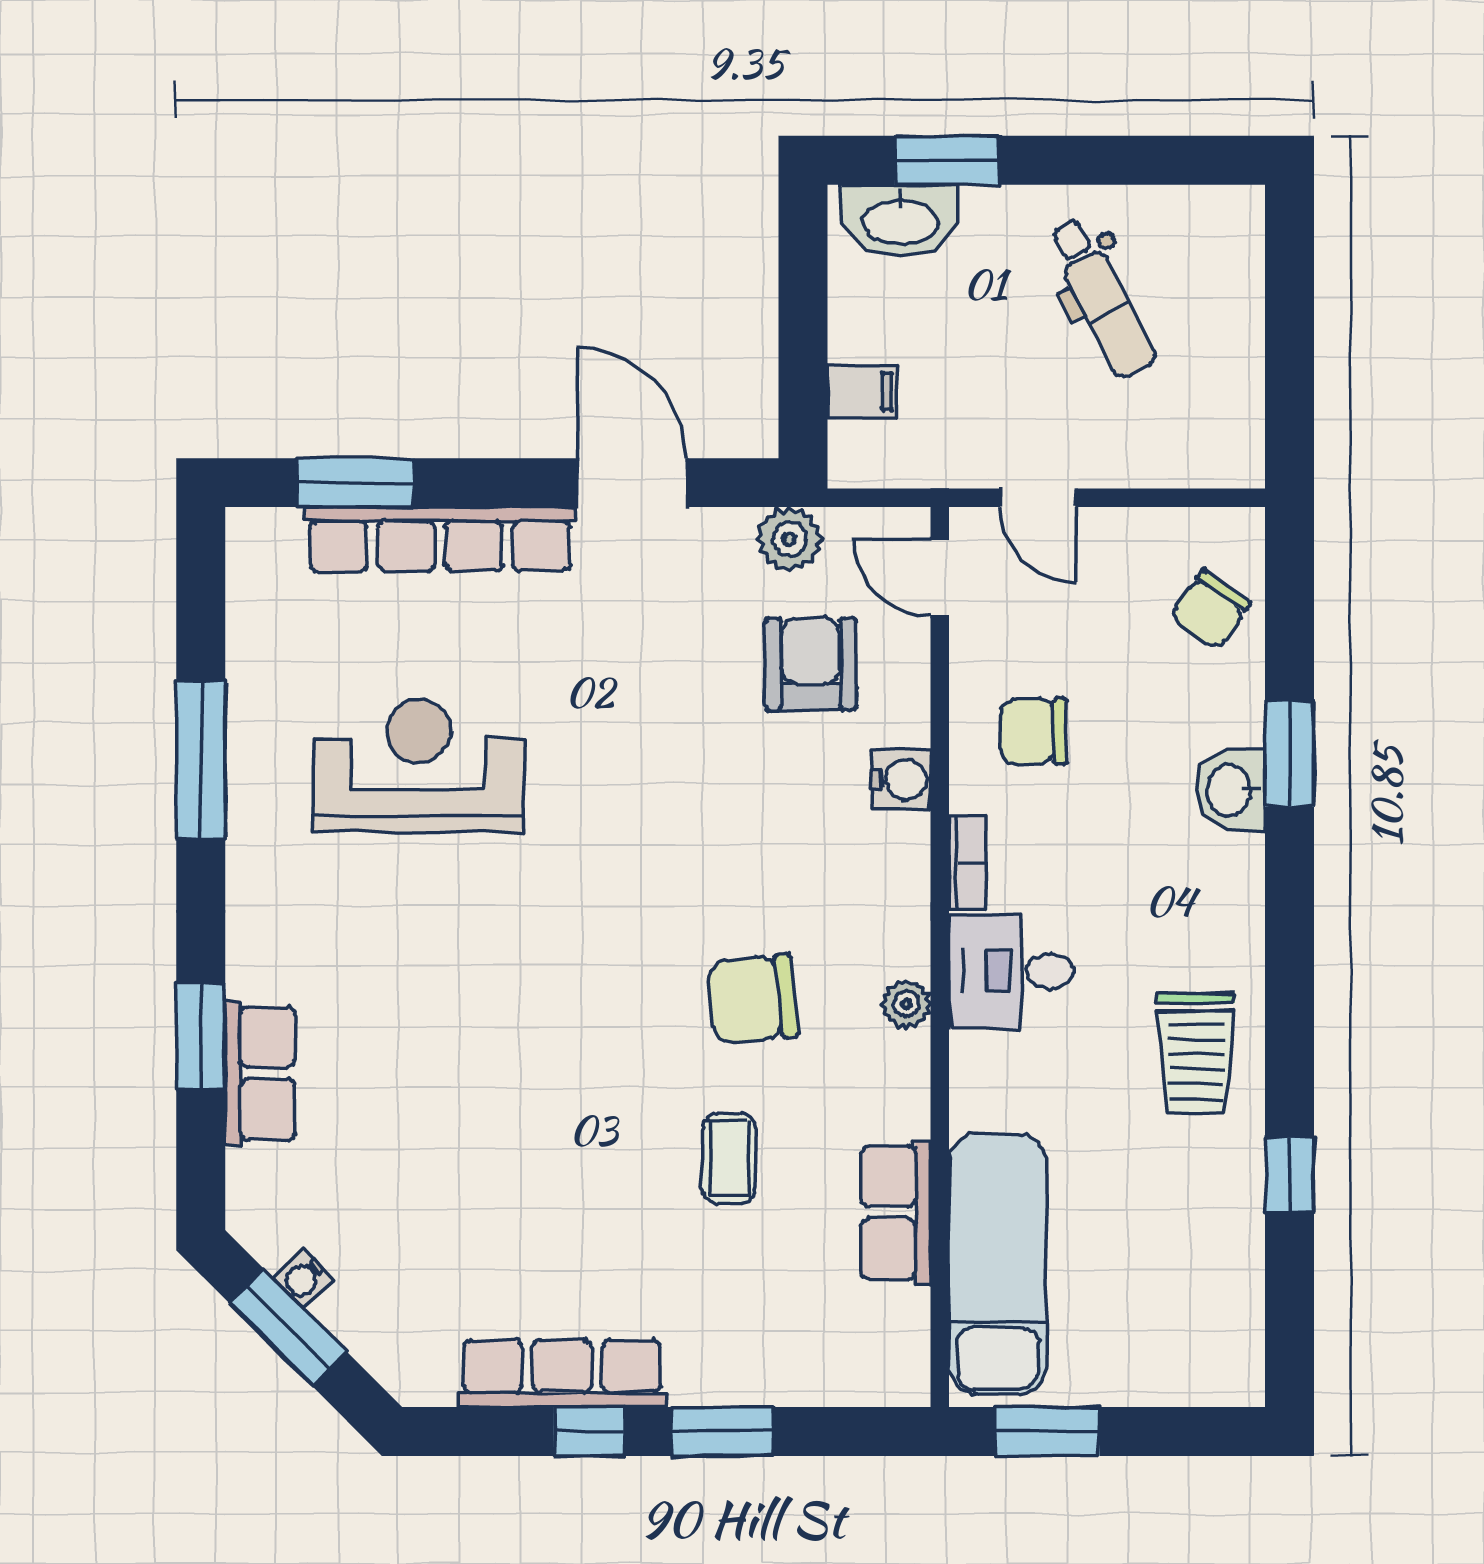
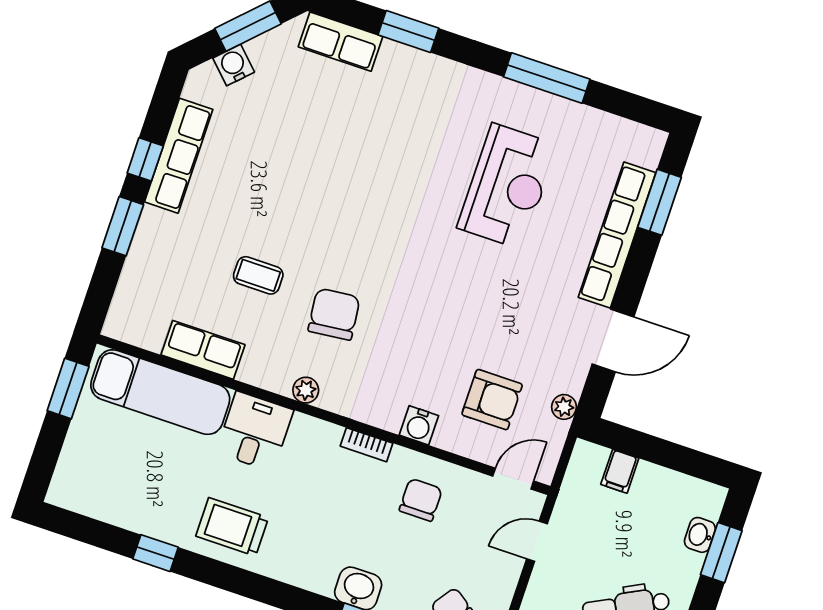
washbasin: (900, 220) -> (700, 535), width x0.52, depth x0.69
plant: (789, 539) -> (564, 407), width x0.73, depth x0.73
desk: (1011, 971) -> (255, 431), moved
row of seats: (260, 1073) -> (341, 42), moved
water cooler: (304, 1279) -> (234, 65), moved, width x1.38, depth x1.38

